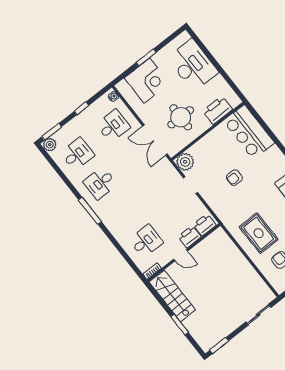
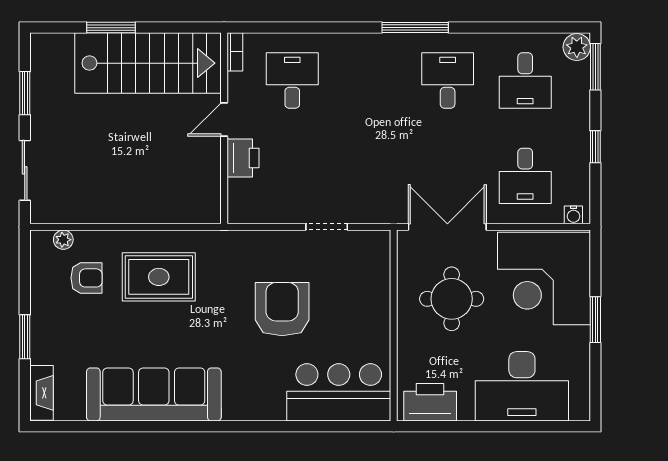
corner desk: (147, 80) -> (544, 279), width x1.36, depth x1.36
printer: (217, 110) -> (430, 402), moved, turned -90
plant: (185, 162) -> (63, 240), moved, width x0.53, depth x0.53
armchair: (234, 178) -> (282, 309), width x1.88, depth x1.88
printer: (205, 225) -> (243, 198), removed
desk: (146, 241) -> (292, 81), turned 180
stairs: (172, 296) -> (148, 63), width x1.36, depth x1.51
window: (219, 346) -> (25, 93), moved

